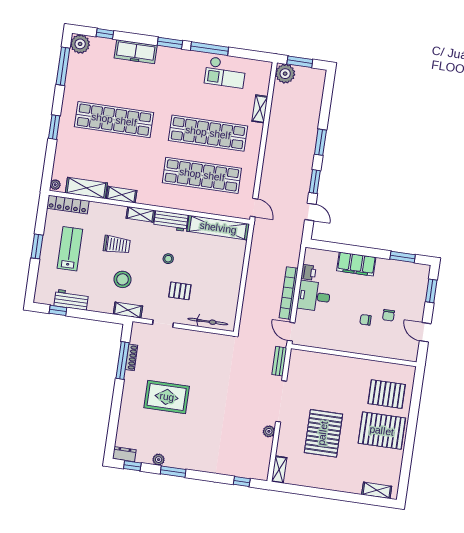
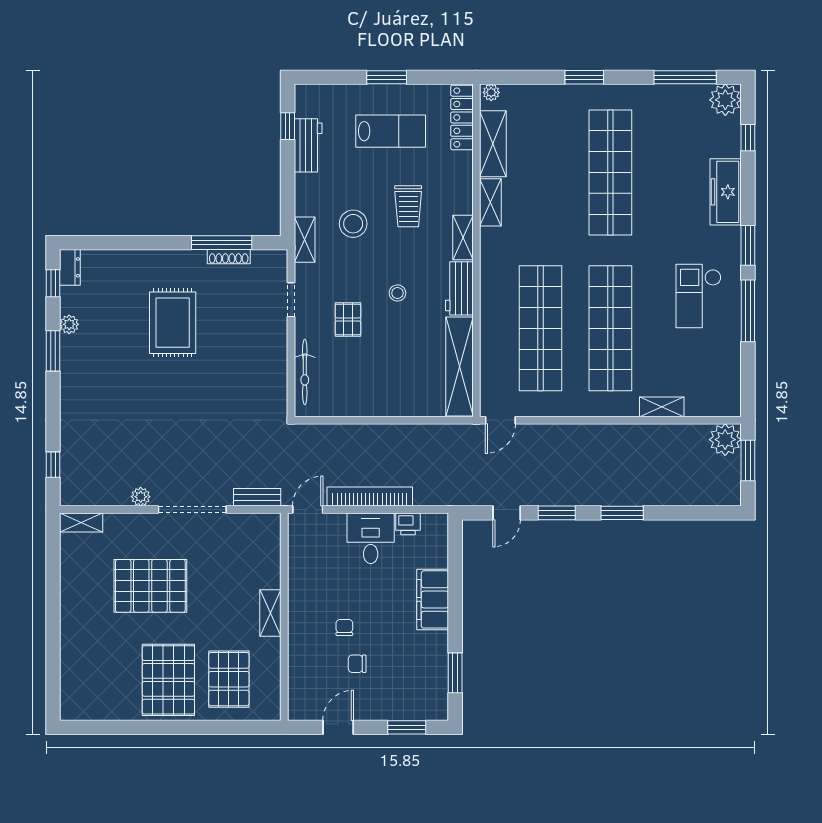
checkout: (225, 72) -> (699, 296), moved
shelving: (377, 490) -> (270, 613), moved

